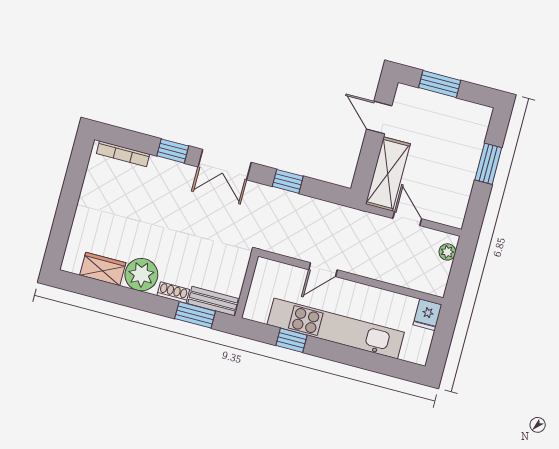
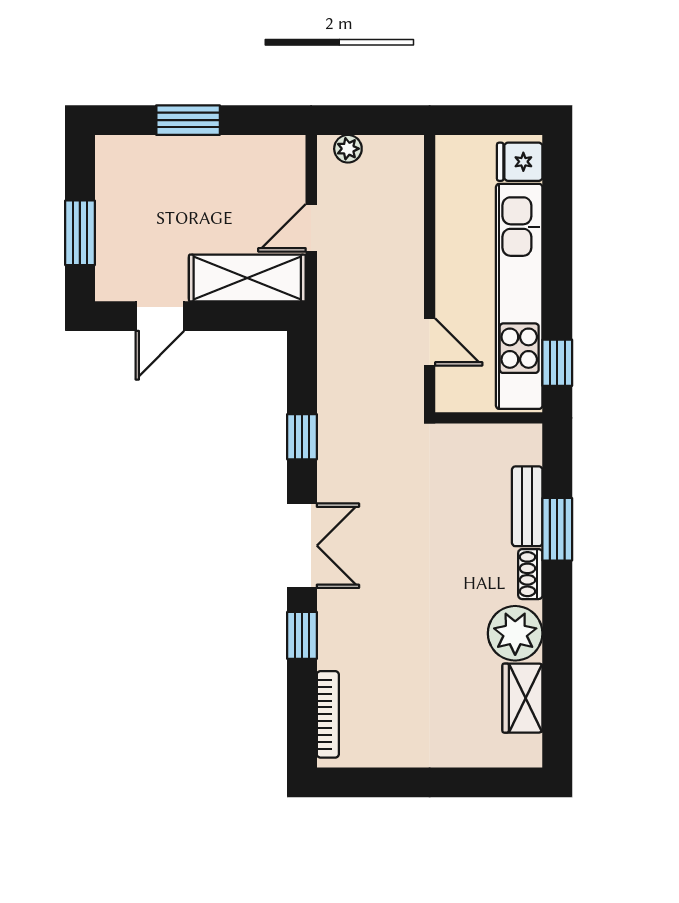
wall: (246, 286) -> (489, 418), moved
fridge: (427, 315) -> (520, 162), moved, turned 180

